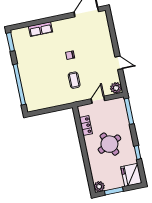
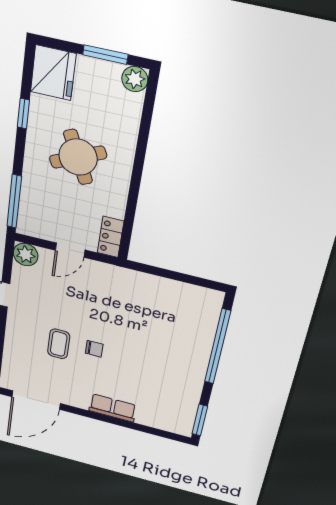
row of seats: (41, 29) -> (113, 408), moved
coffee table: (74, 80) -> (59, 344), moved
locker: (86, 126) -> (111, 237), moved

